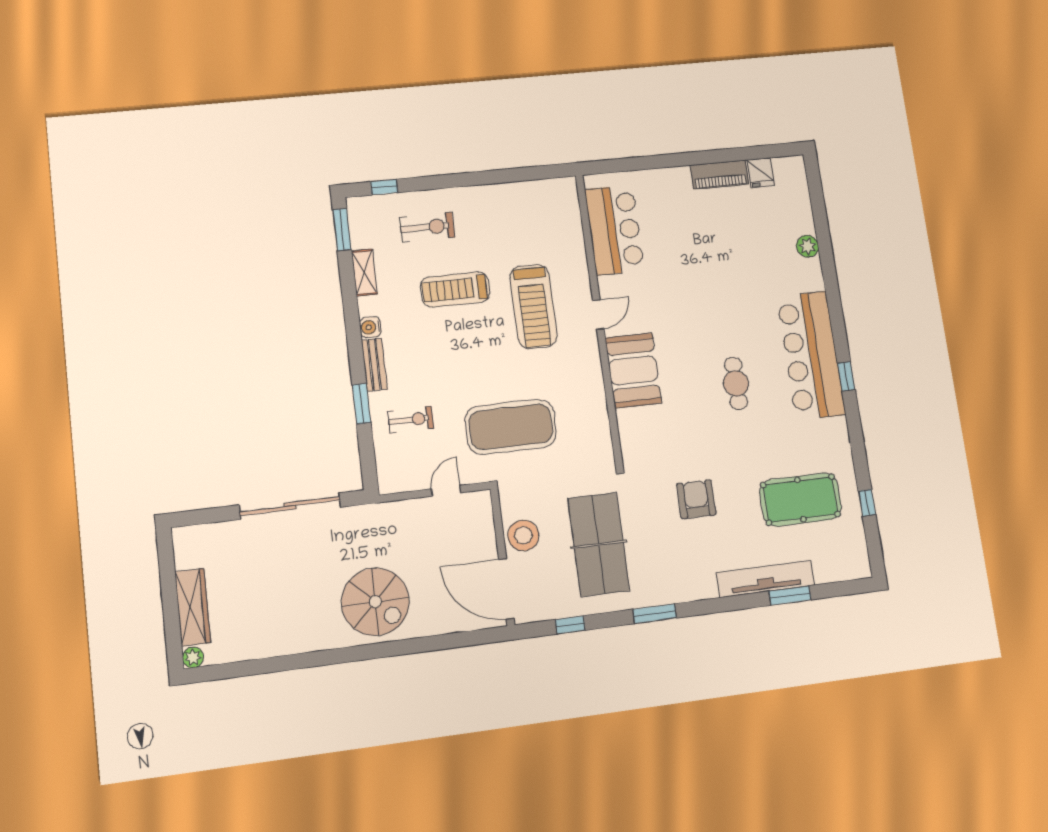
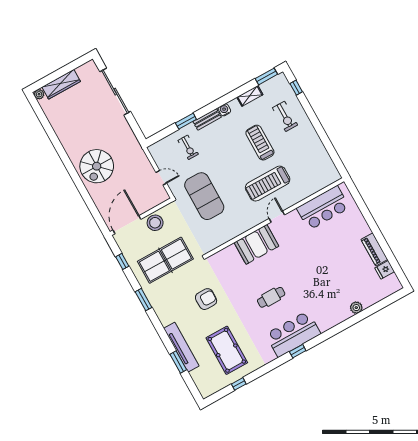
door: (598, 315) -> (277, 217), swing flipped
bar counter: (811, 355) -> (293, 334), width x0.73
sliding door: (290, 506) -> (115, 92), moved

